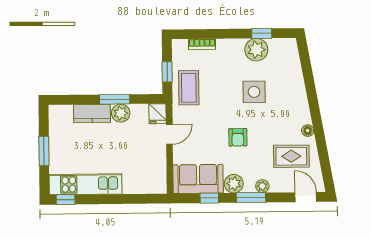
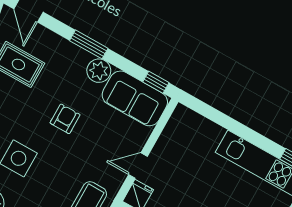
plant: (262, 186) -> (69, 50), removed
window: (209, 198) -> (156, 82), moved

